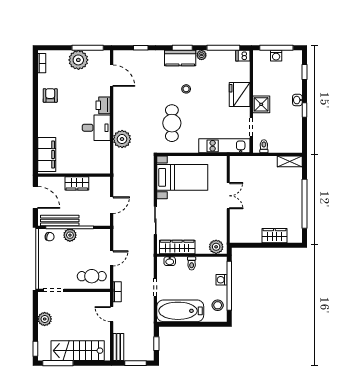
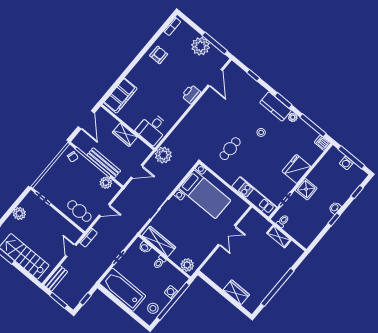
cafe table: (172, 123) -> (230, 149), width x0.73, depth x0.74
desk: (96, 128) -> (152, 129), moved, turned 90
plant: (122, 139) -> (163, 155), moved
shelving: (290, 161) -> (279, 237), moved
bench: (60, 221) -> (104, 163), moved
plant: (70, 235) -> (106, 183), moved

